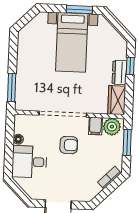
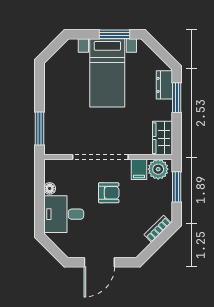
window: (130, 66) -> (177, 98), width x1.50
dresser: (119, 72) -> (164, 85), moved

